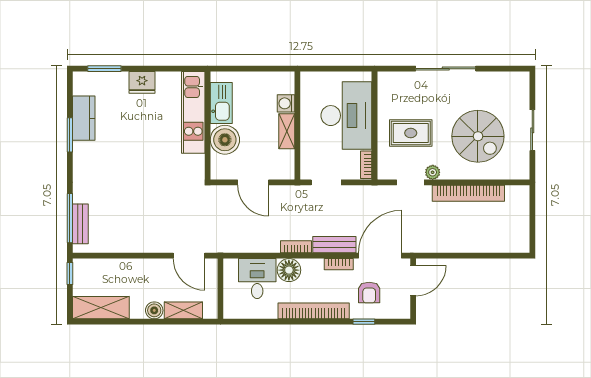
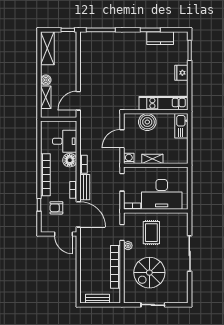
kitchen sink: (221, 103) -> (181, 126), moved, turned 90
washing machine: (286, 103) -> (129, 158), moved
bench: (80, 224) -> (98, 299), moved

